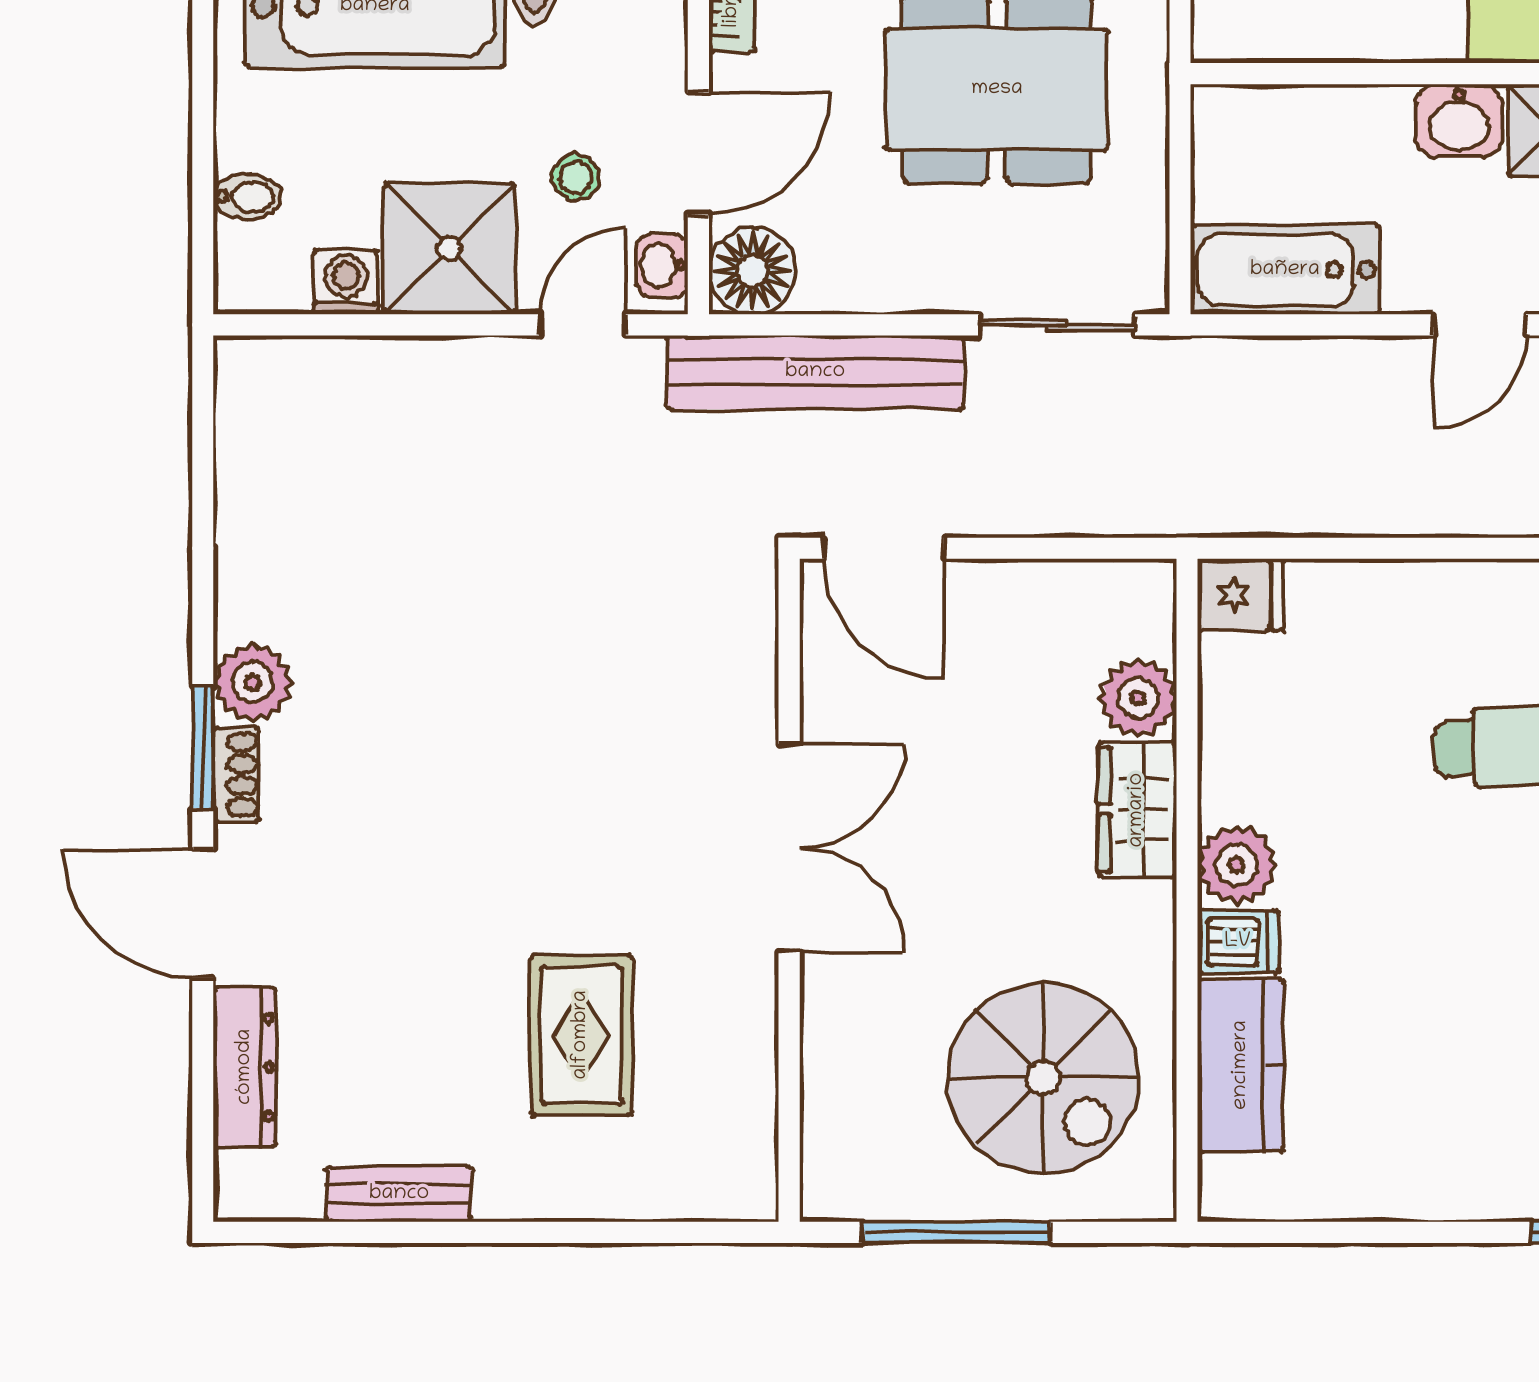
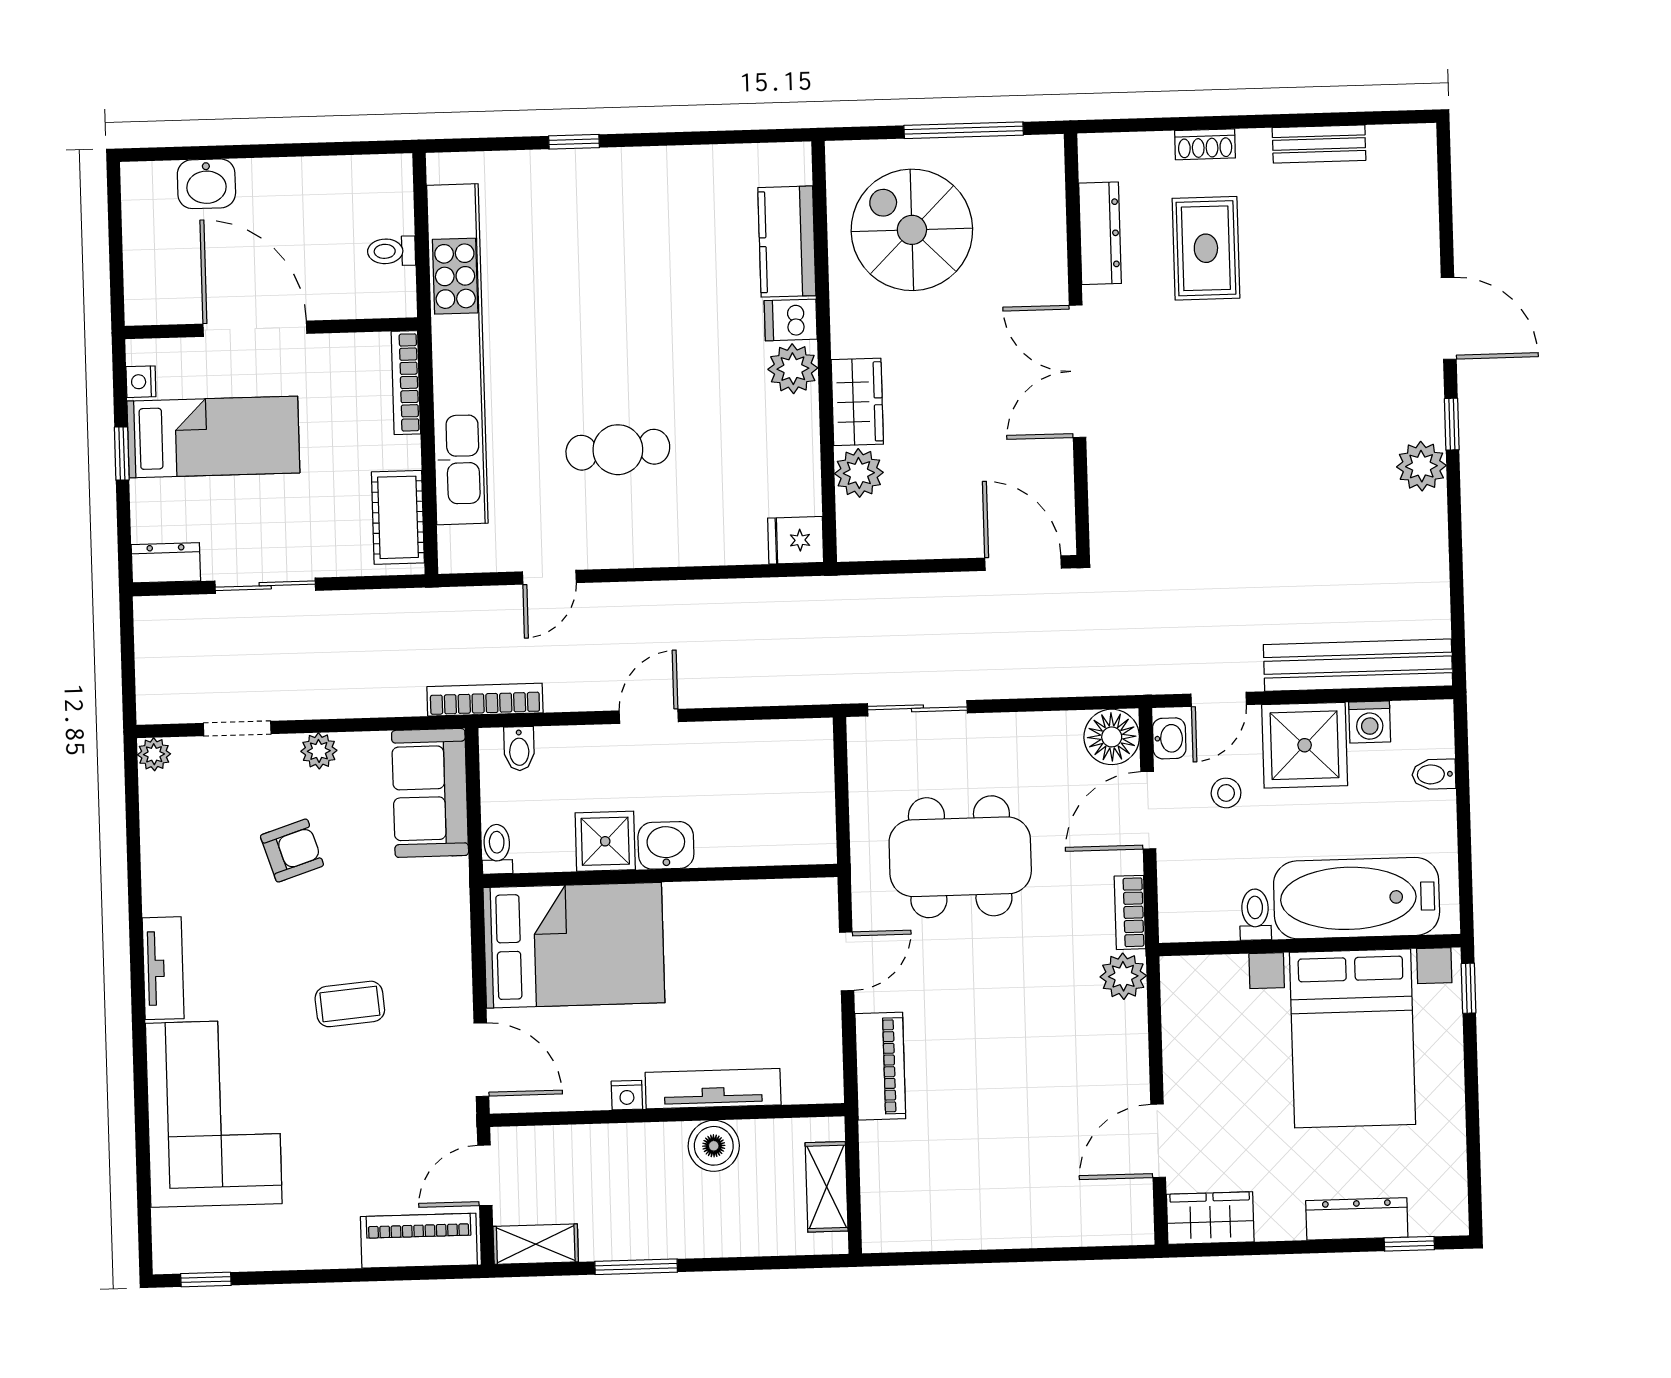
bathtub: (1285, 270) -> (773, 748), removed
bench: (815, 372) -> (1358, 665), moved
window: (203, 747) -> (1452, 424), width x0.67
shoe rack: (236, 775) -> (1205, 144), moved, turned -90
dresser: (245, 1067) -> (1100, 233), moved, turned 180

